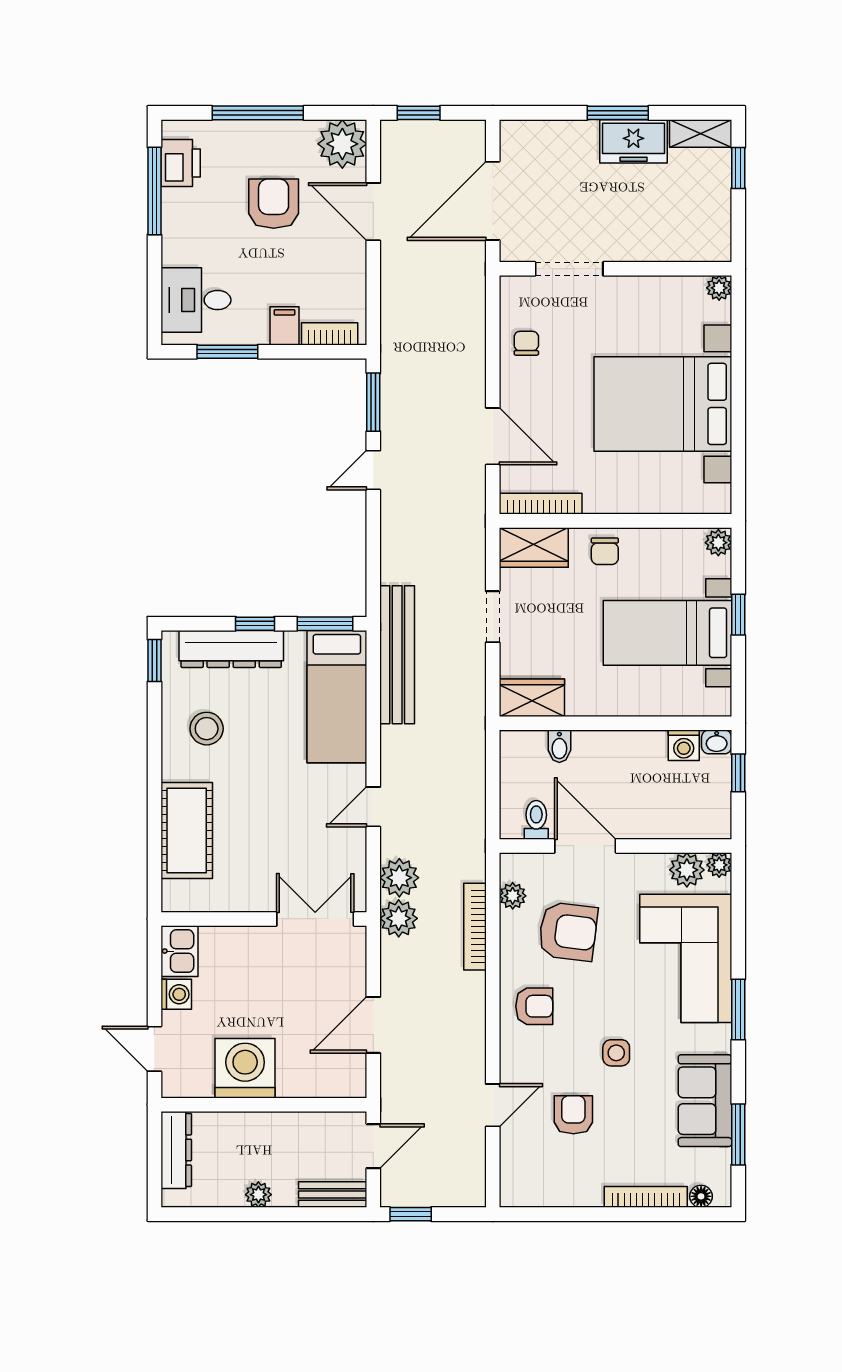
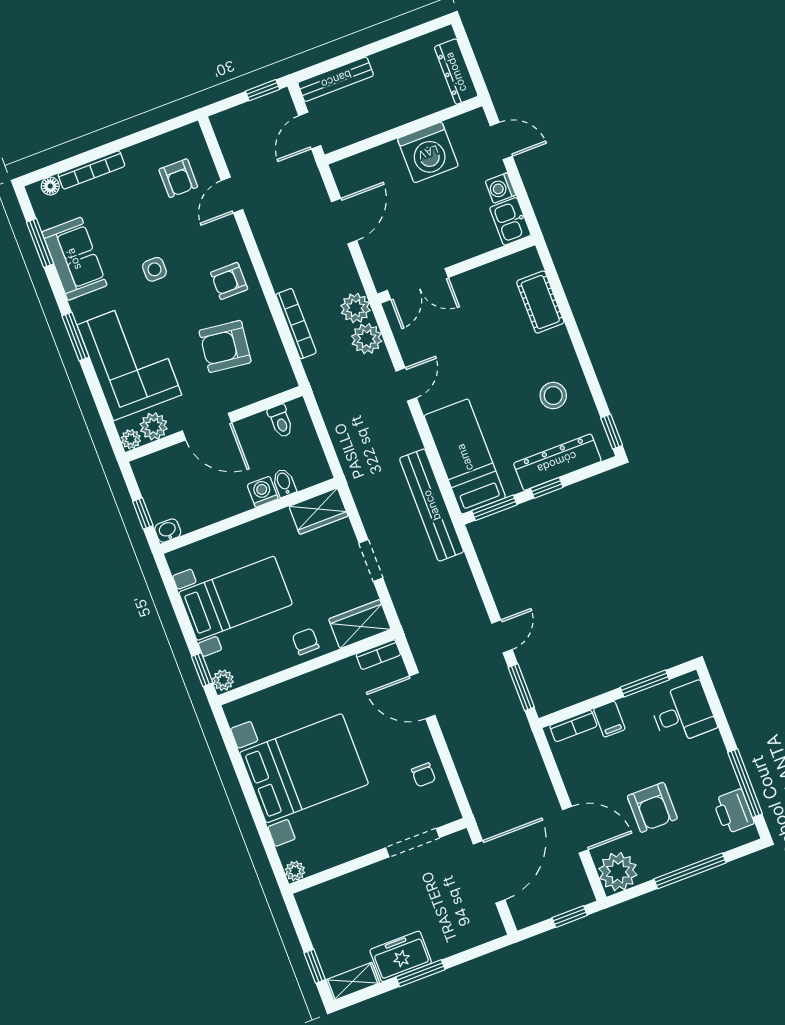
bookcase: (541, 504) -> (378, 655), width x0.64
window: (738, 615) -> (202, 670), moved
washing machine: (684, 745) -> (263, 492), moved
cot: (187, 831) -> (540, 302), width x0.73, depth x0.75
door: (585, 846) -> (207, 427), moved
plant: (513, 896) -> (277, 357), removed
armchair: (573, 1115) -> (178, 178), moved
plant: (258, 1195) -> (382, 62), removed
bench: (333, 1195) -> (336, 79), width x1.36

